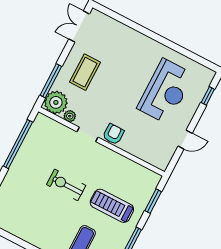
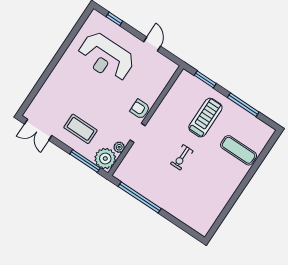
reception desk: (165, 91) -> (106, 57), turned 180
exercise bike: (66, 185) -> (182, 157), width x0.73, depth x0.72
treadmill: (112, 206) -> (205, 118), turned 180

